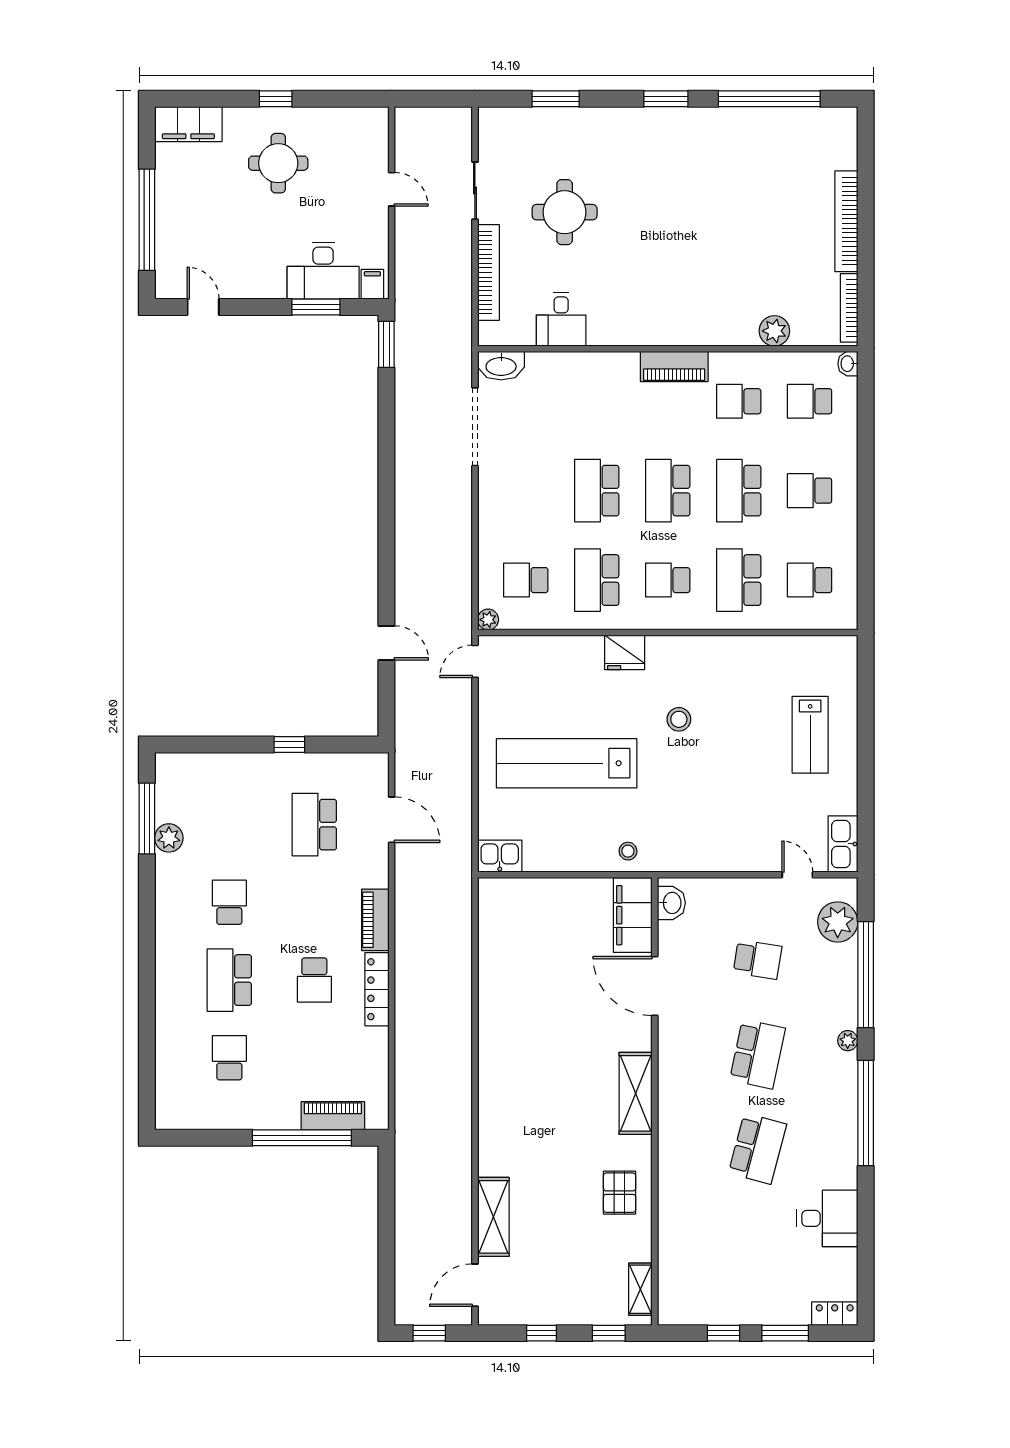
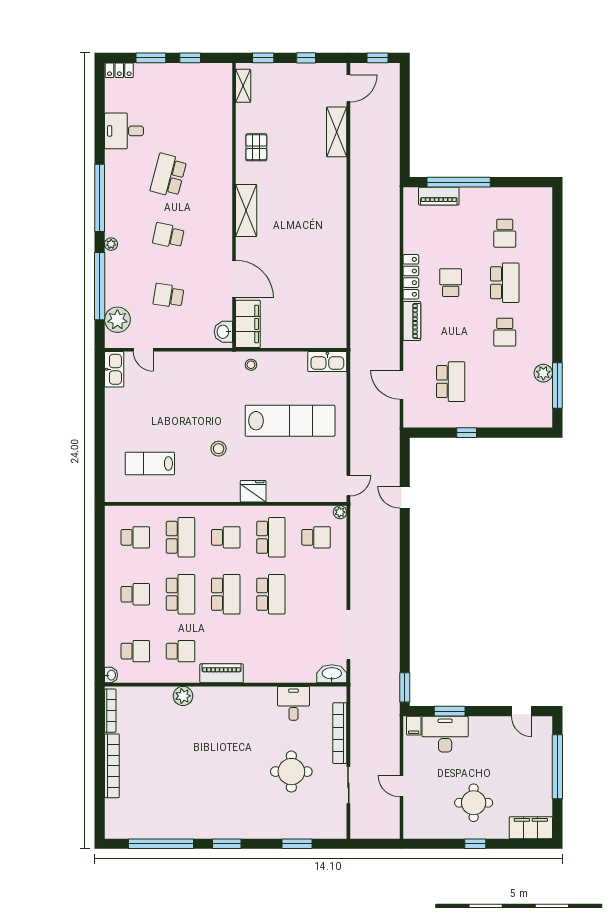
plant: (774, 331) -> (183, 696), moved
lab bench: (810, 735) -> (150, 463), moved, turned -90
kitchen sink: (500, 856) -> (327, 362), width x1.38
school desk: (758, 1054) -> (168, 236), width x0.54

